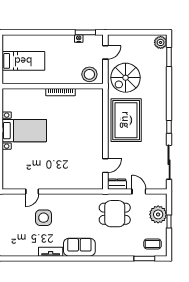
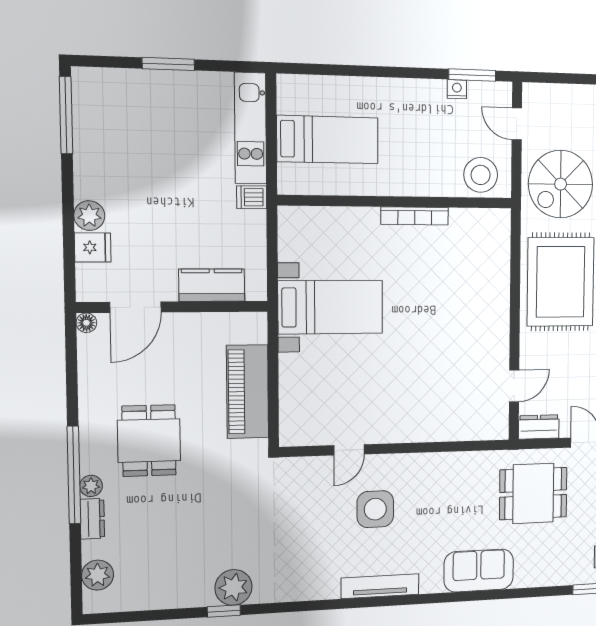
door: (105, 52) -> (517, 124), swing flipped
sofa: (79, 247) -> (479, 570), moved
tv unit: (51, 252) -> (380, 586), width x1.41

